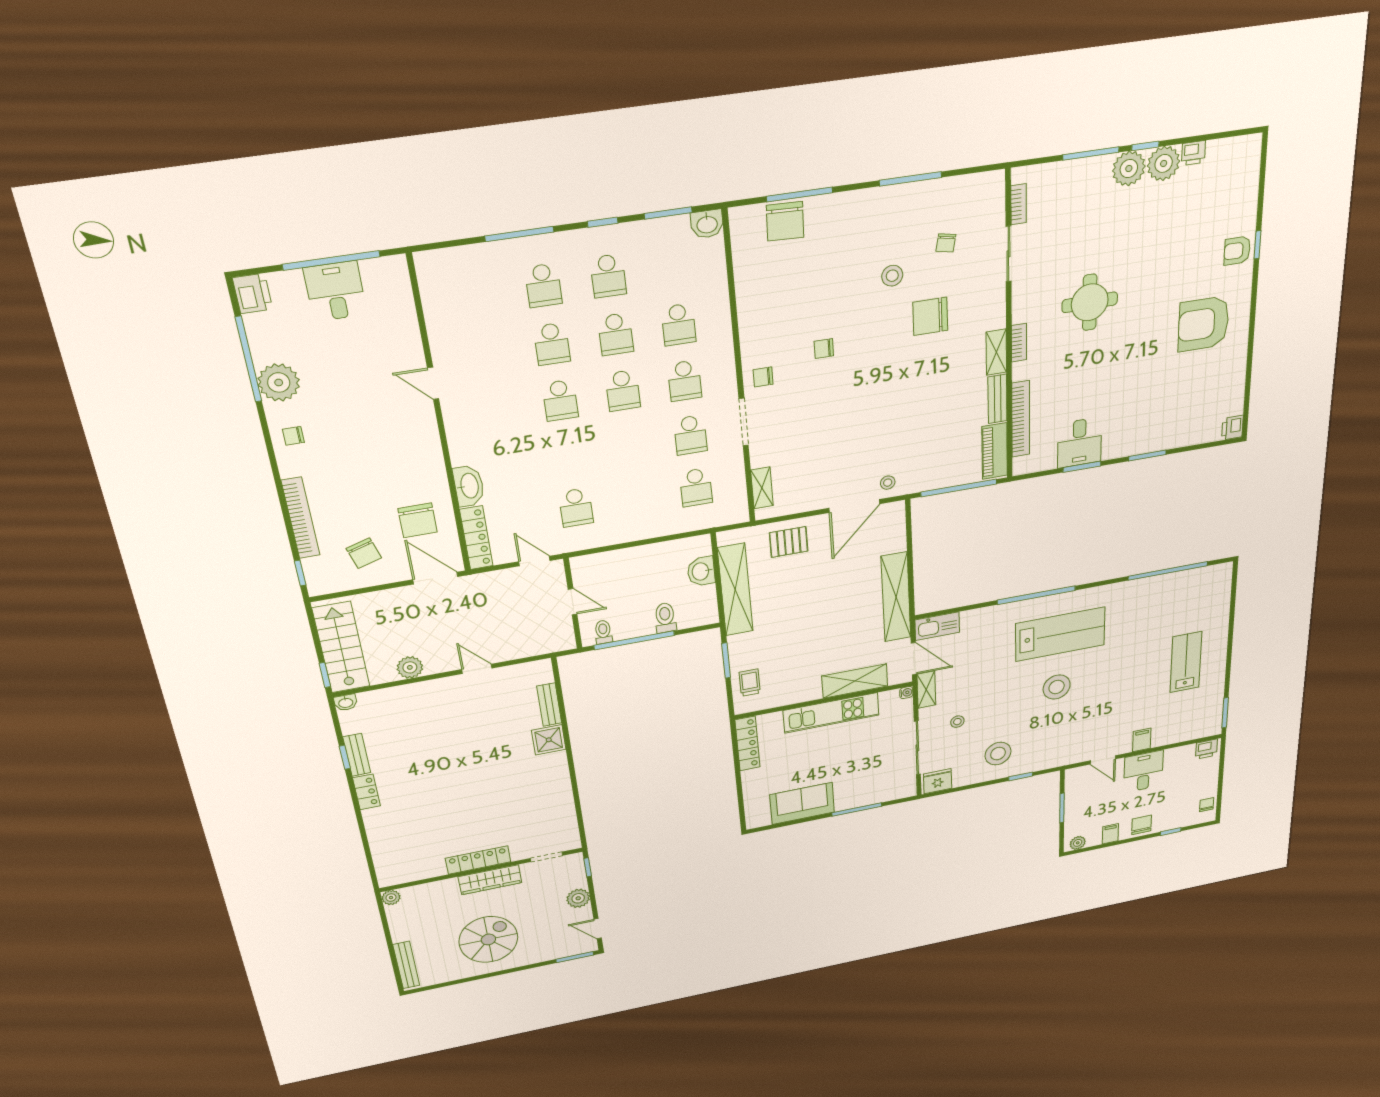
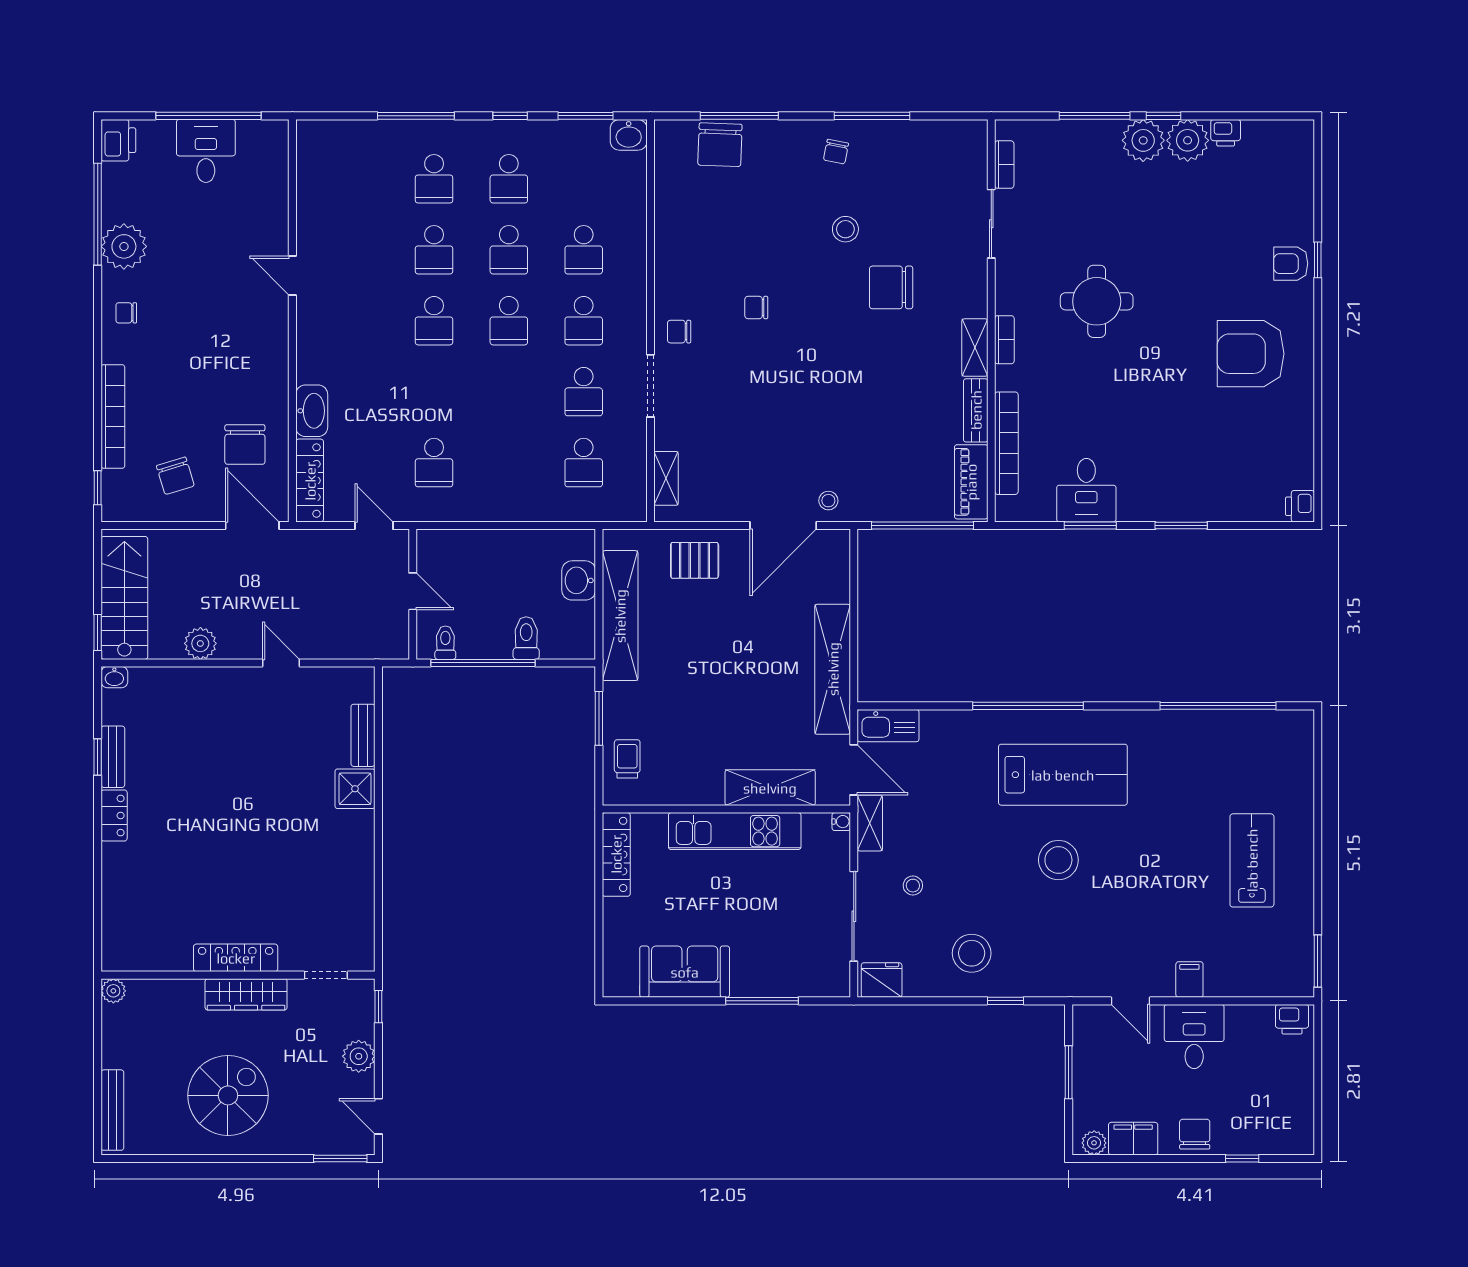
chair: (946, 243) -> (836, 152), moved
chair: (1207, 805) -> (1298, 1122), removed
filing cabinet: (1110, 834) -> (1133, 1139), width x2.00

